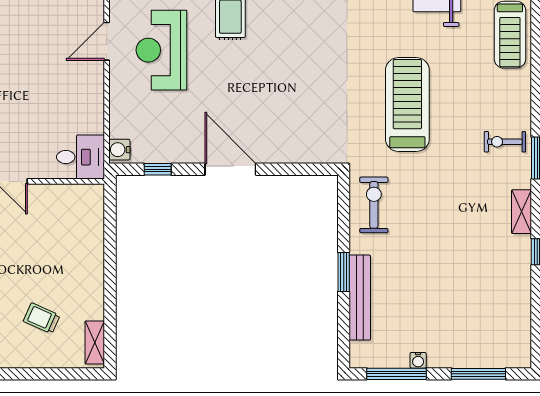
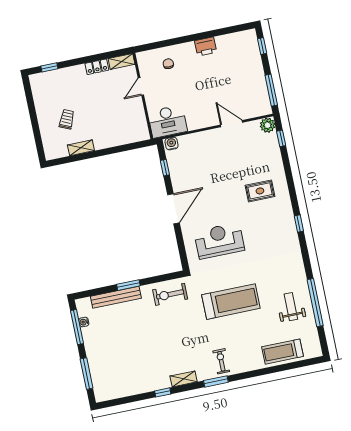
reception desk: (161, 50) -> (219, 241), moved
desk: (81, 157) -> (167, 121), width x1.37
exercise bike: (374, 205) -> (170, 294), turned 180
shelving: (95, 342) -> (81, 148), moved
water cooler: (418, 360) -> (84, 322), moved

